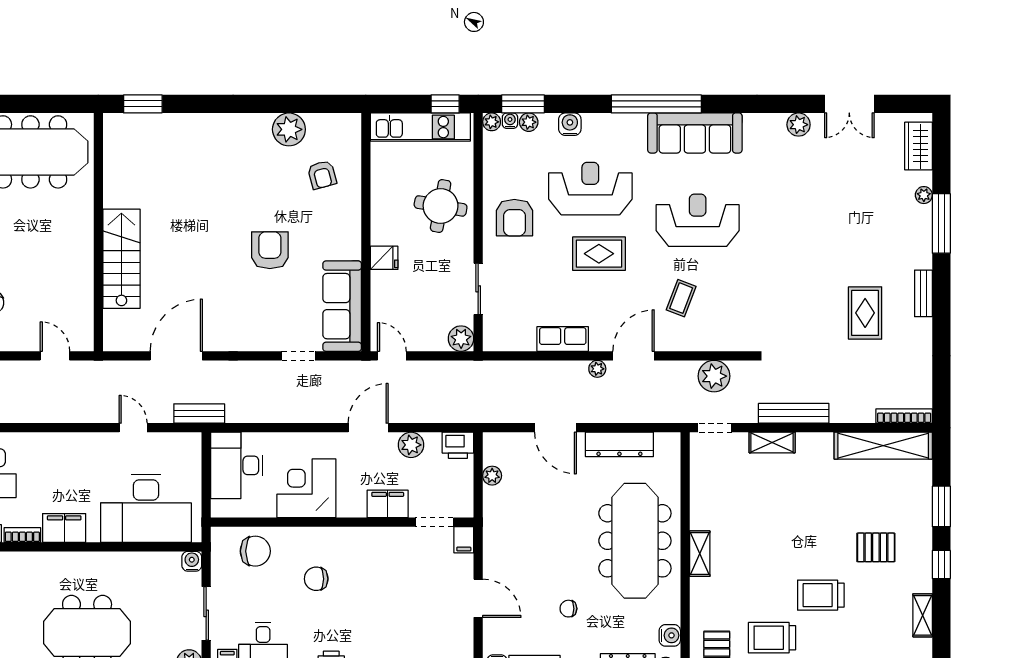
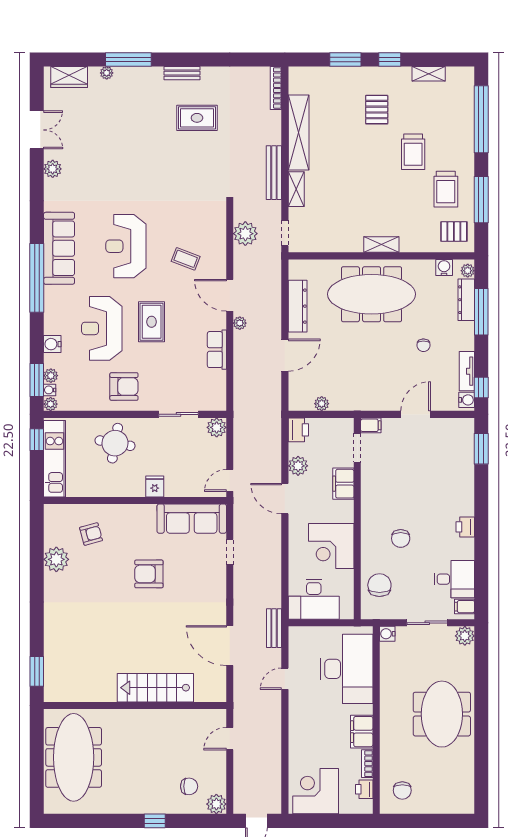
shelving: (883, 446) -> (299, 133), moved

